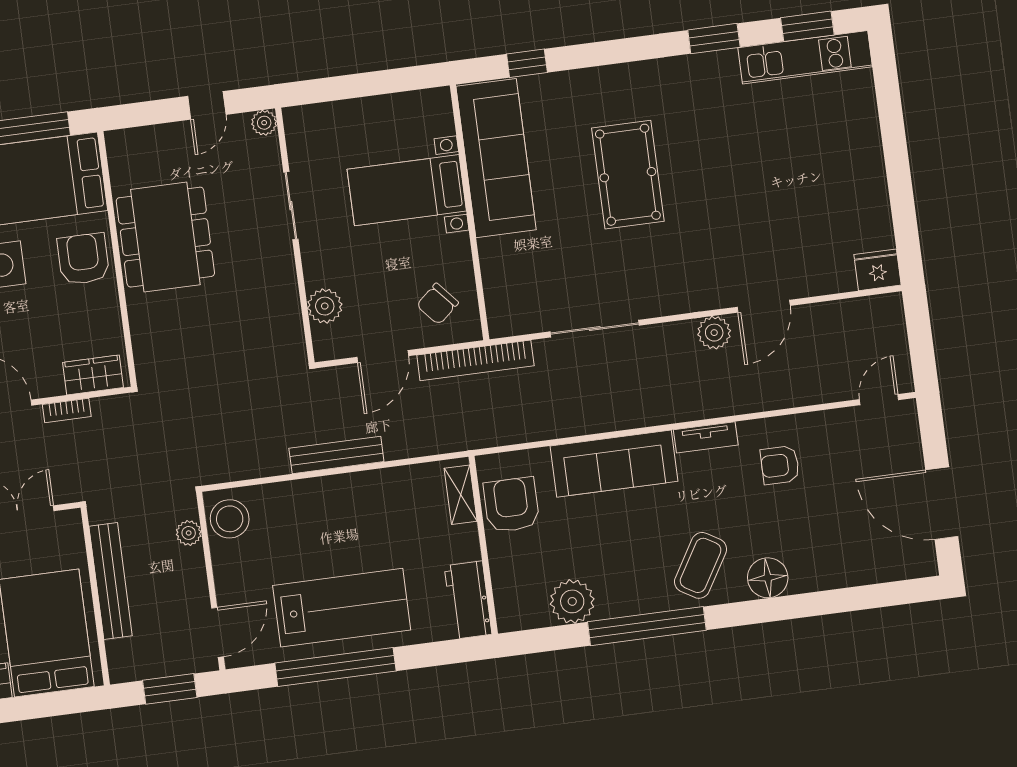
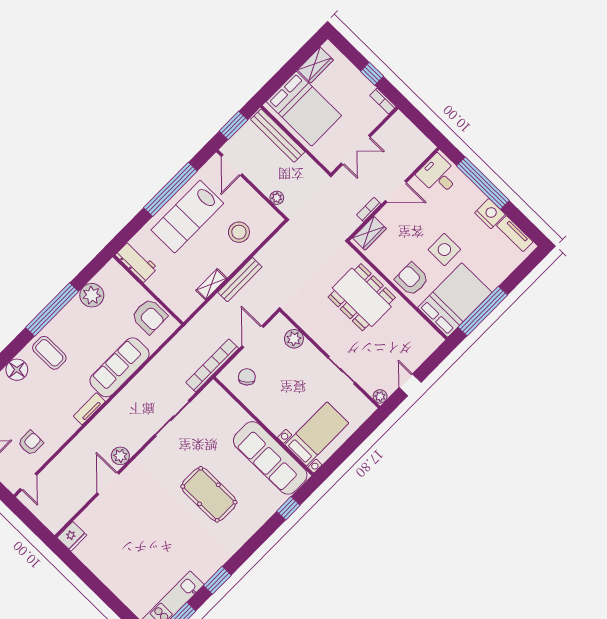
bed with nightstands: (407, 190) -> (317, 434), moved
dining table: (165, 237) -> (362, 297), moved
armchair: (83, 259) -> (412, 279), turned 180
armchair: (780, 465) -> (31, 443), moved
shelving: (461, 495) -> (211, 284), moved, turned 90
stool: (230, 519) -> (239, 232), moved
coffee table: (701, 565) -> (49, 353), turned -31
bench: (111, 581) -> (278, 136), moved

